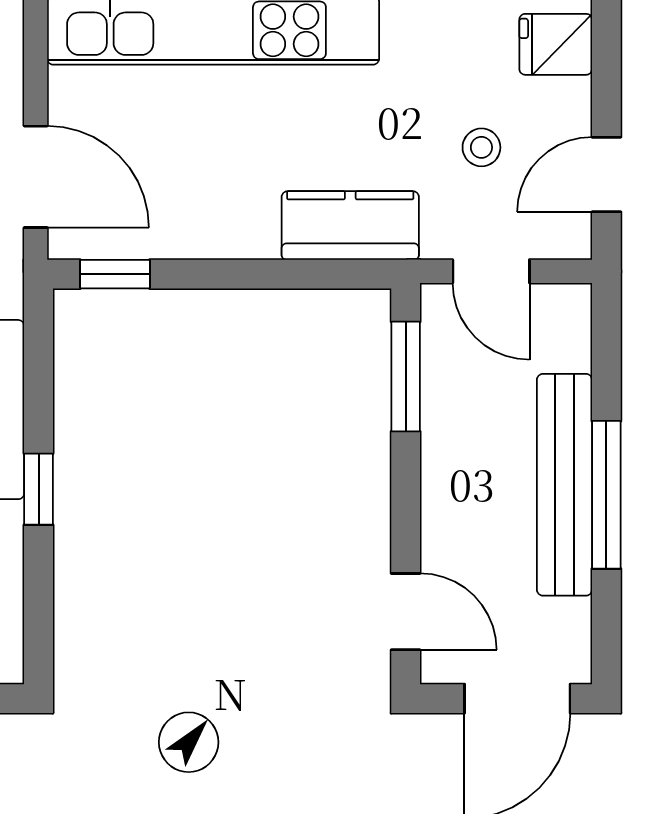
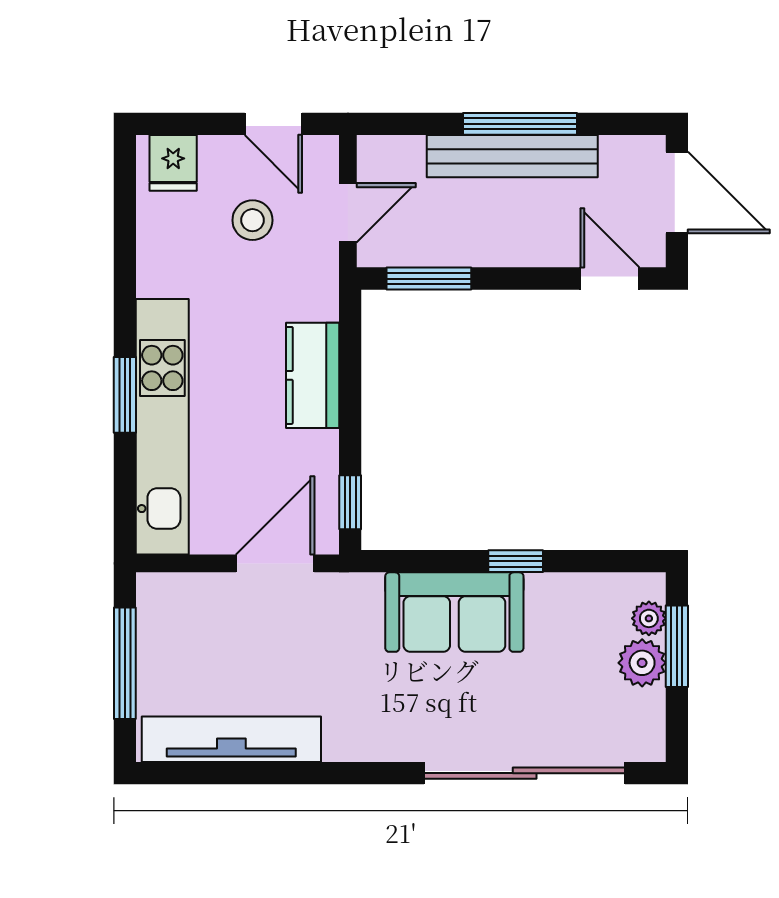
stool: (481, 147) -> (252, 220), width x1.37, depth x1.37
kitchen counter: (350, 226) -> (313, 375), moved
door: (406, 612) -> (610, 279), hinge flipped

